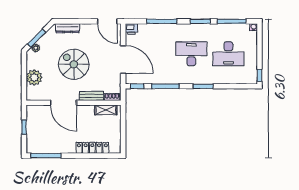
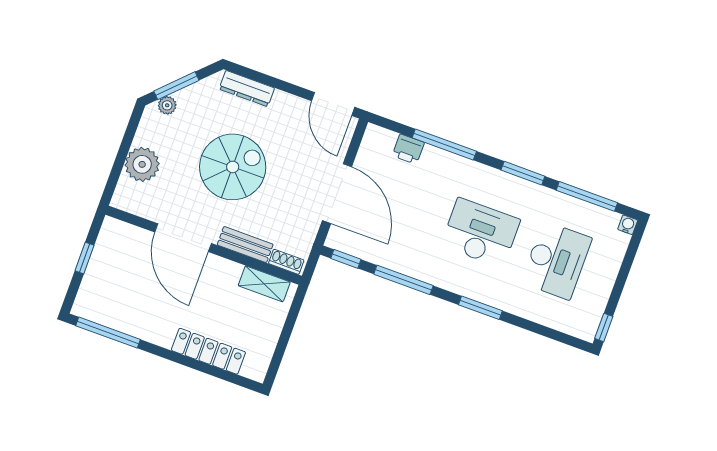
printer: (131, 29) -> (408, 149), moved
desk: (228, 54) -> (556, 260), turned -90
spiral stairs: (74, 64) -> (233, 167), turned 90

